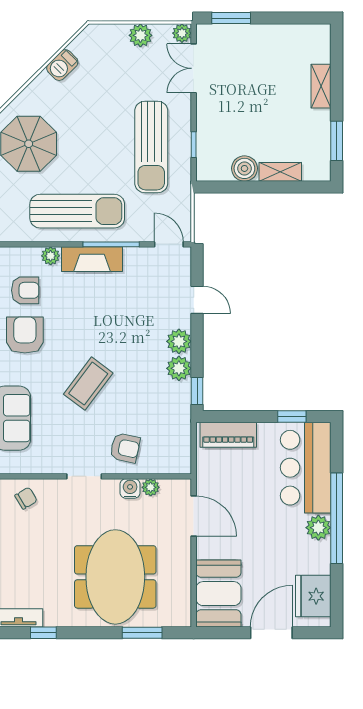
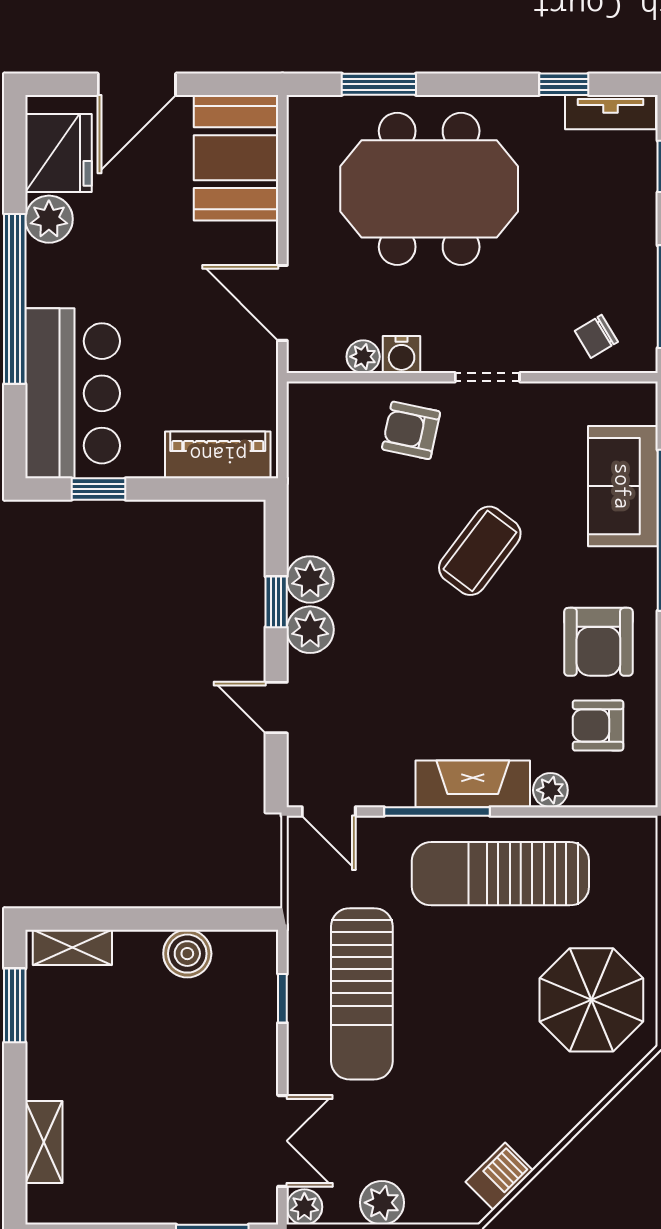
barbecue: (62, 65) -> (499, 1176), moved
shelving: (321, 86) -> (44, 1142), moved
sun lounger: (151, 147) -> (362, 994), turned 180
shelving: (280, 172) -> (72, 947), moved
window: (197, 391) -> (276, 602), moved
plant: (318, 528) -> (49, 219), moved
meeting table: (115, 577) -> (429, 189), turned 90

